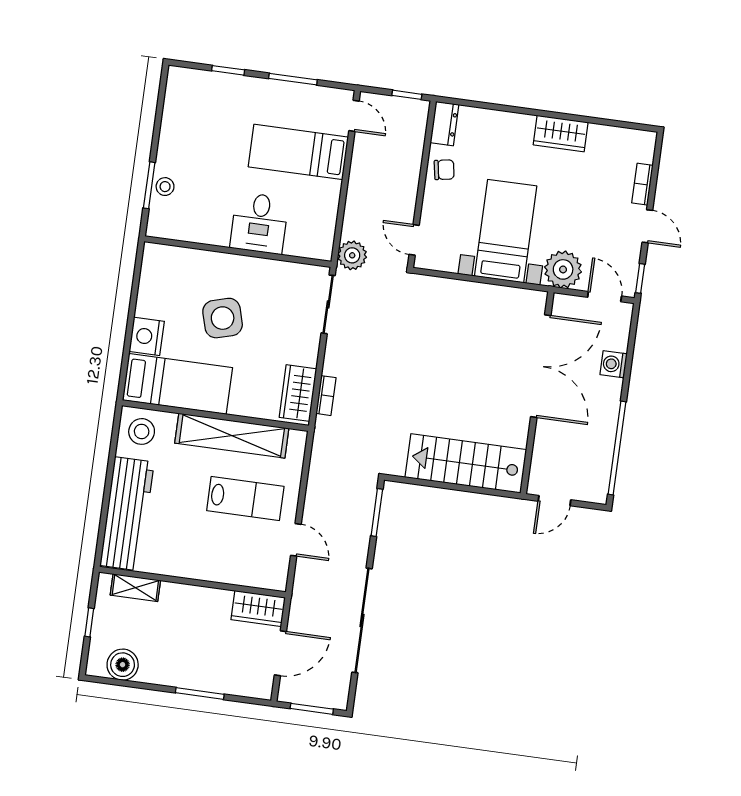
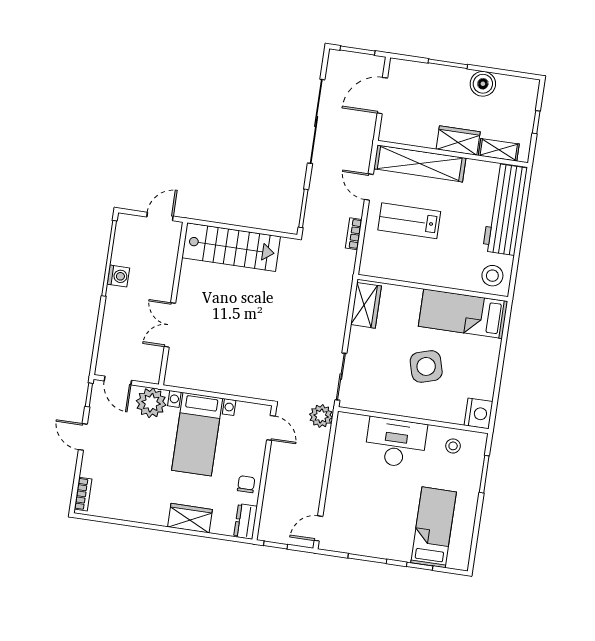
door: (354, 116) -> (318, 528), hinge flipped
wardrobe: (561, 133) -> (190, 518), moved
bed: (298, 152) -> (434, 527), moved, turned -90
chair: (444, 170) -> (246, 484), turned 100
bookcase: (642, 184) -> (83, 494), moved
stool: (165, 187) -> (453, 446), moved
desk: (259, 223) -> (396, 443), width x1.37
nightstand: (147, 336) -> (478, 413), moved
washing machine: (614, 364) -> (118, 276), moved
double door: (541, 366) -> (170, 325), width x0.54
bookcase: (326, 396) -> (354, 234), moved
shelving: (232, 436) -> (420, 163), moved
wardrobe: (258, 609) -> (458, 141), moved
boiler: (123, 665) -> (483, 84), moved

